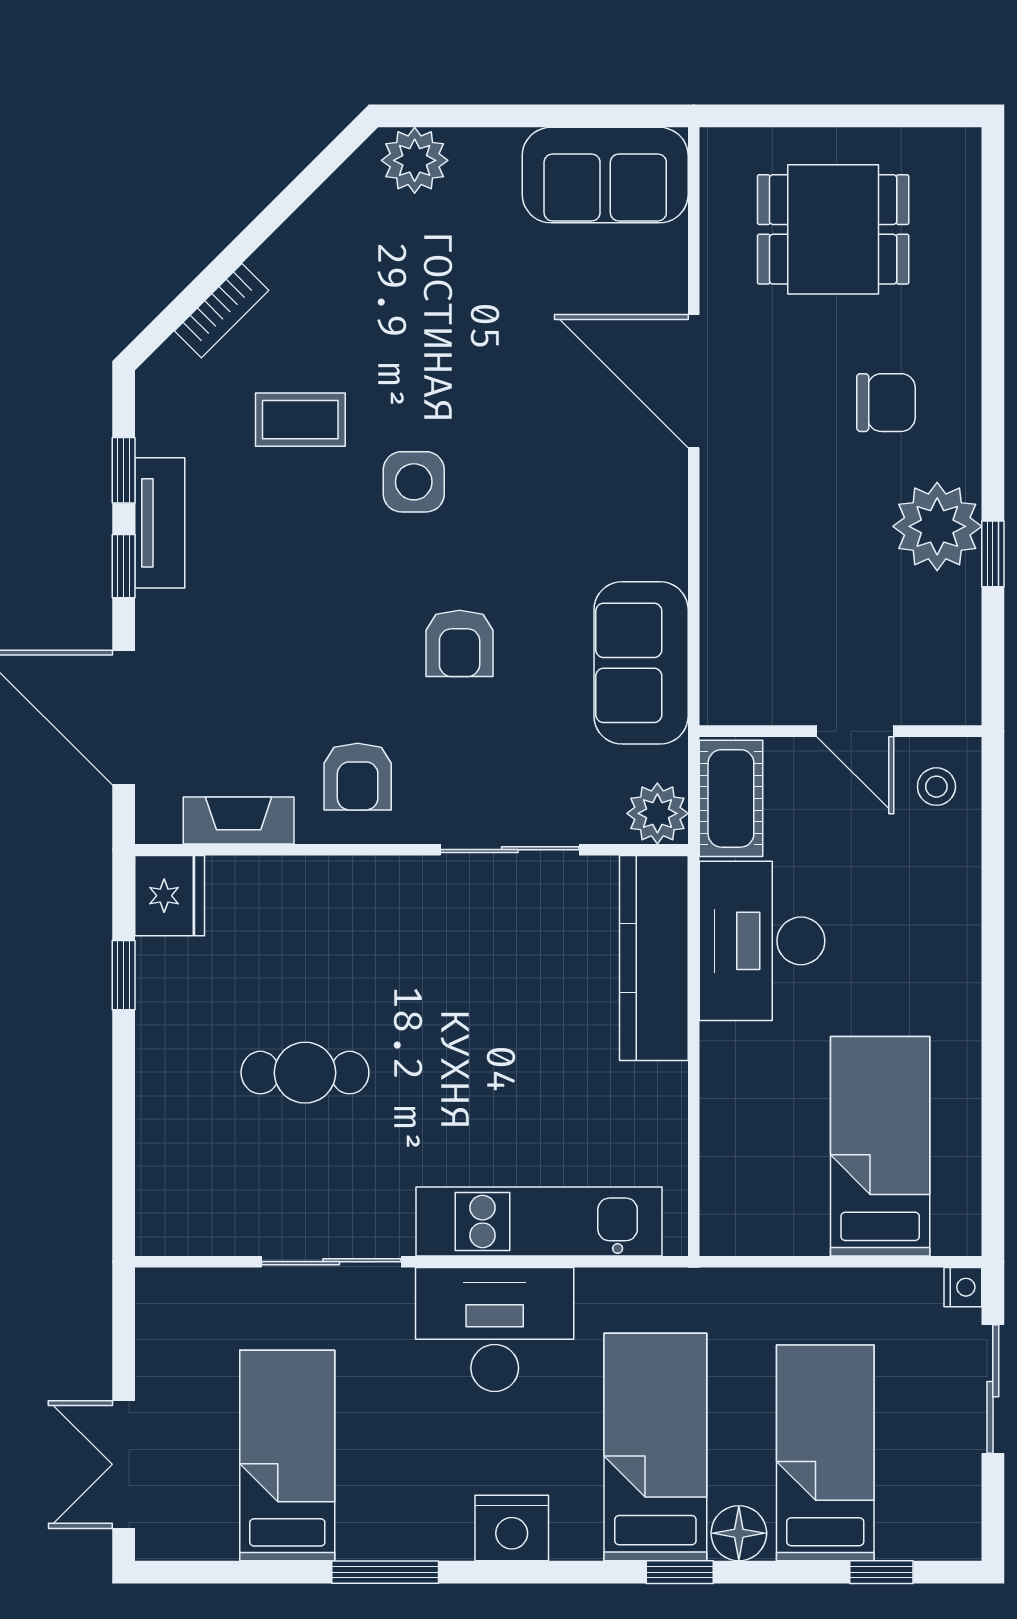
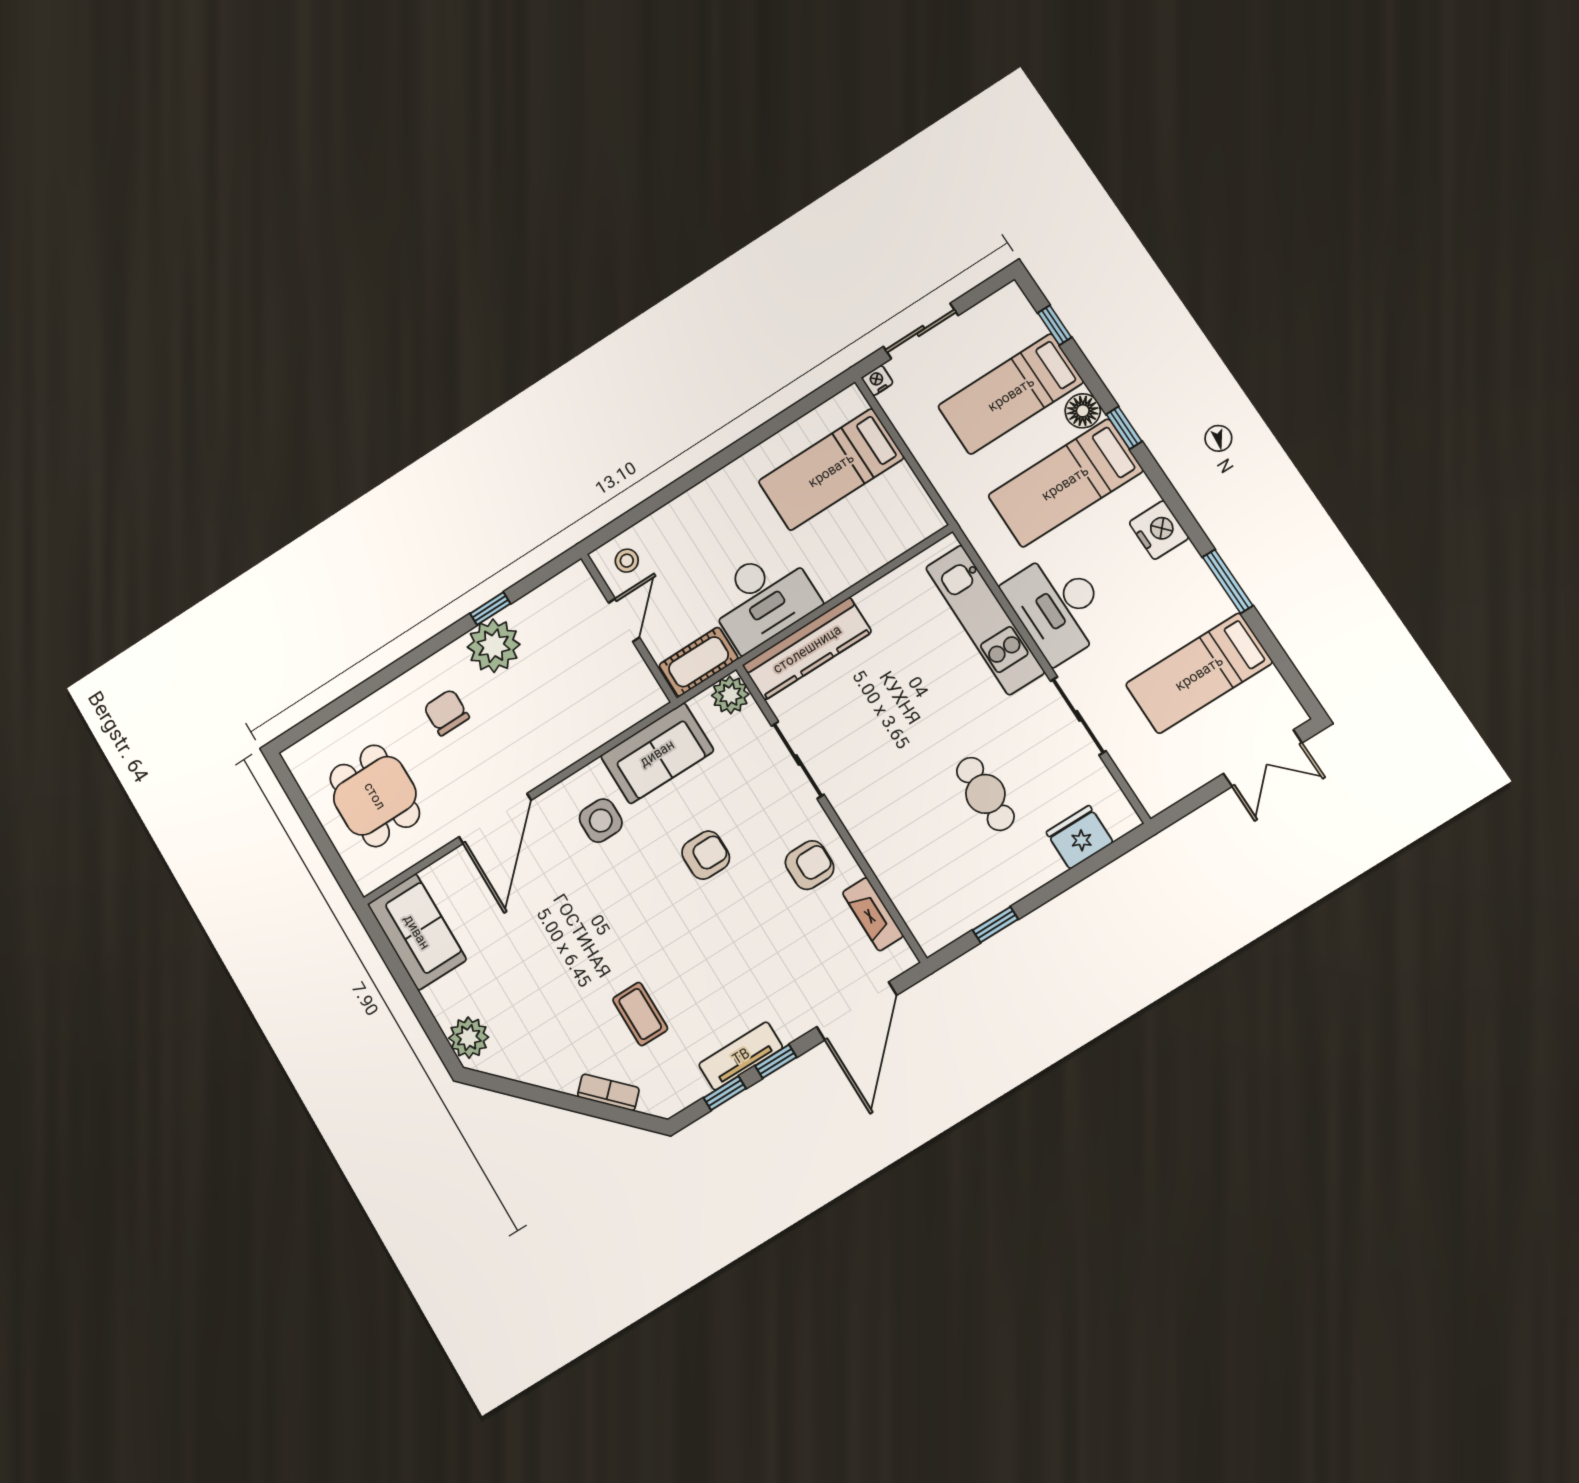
side table: (414, 482) -> (601, 821), moved
fridge: (170, 896) -> (1080, 837), moved

